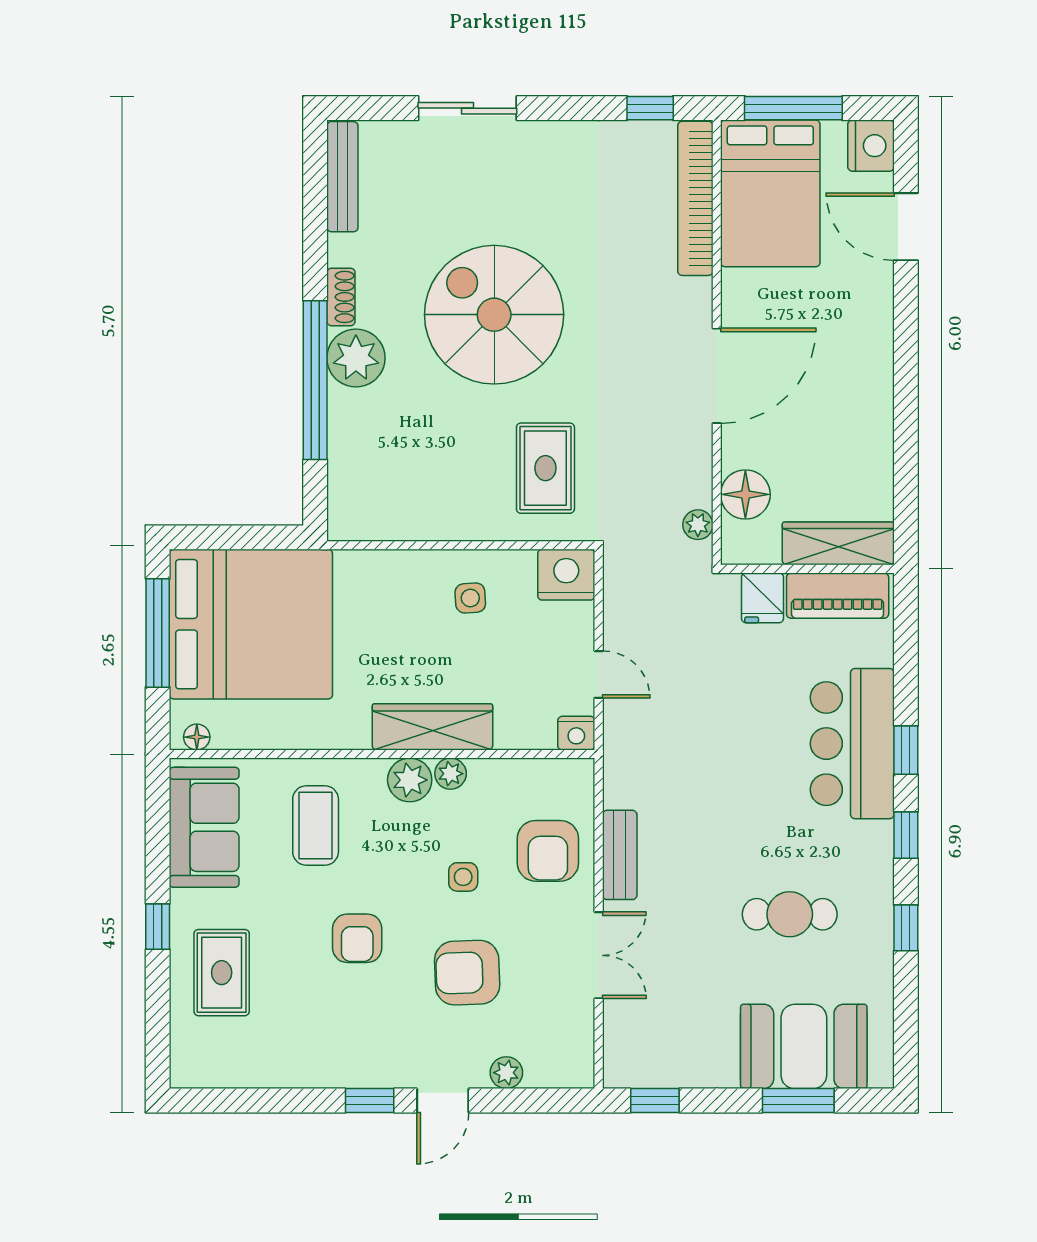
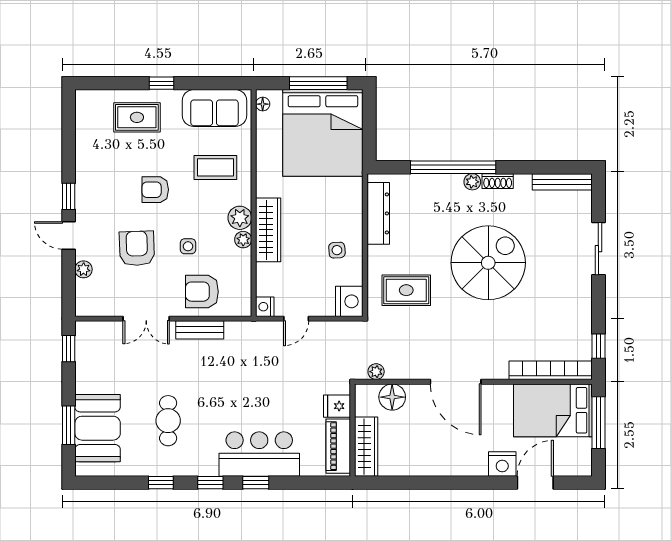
nightstand: (871, 146) -> (502, 464), moved
plant: (356, 358) -> (472, 182), width x0.53, depth x0.53
dresser: (402, 521) -> (378, 213), added

